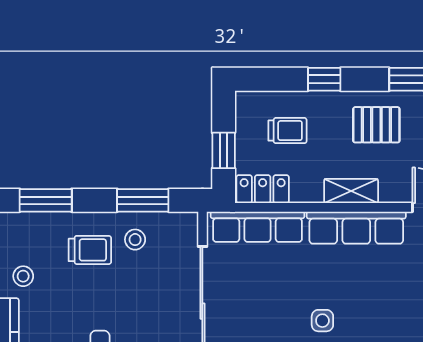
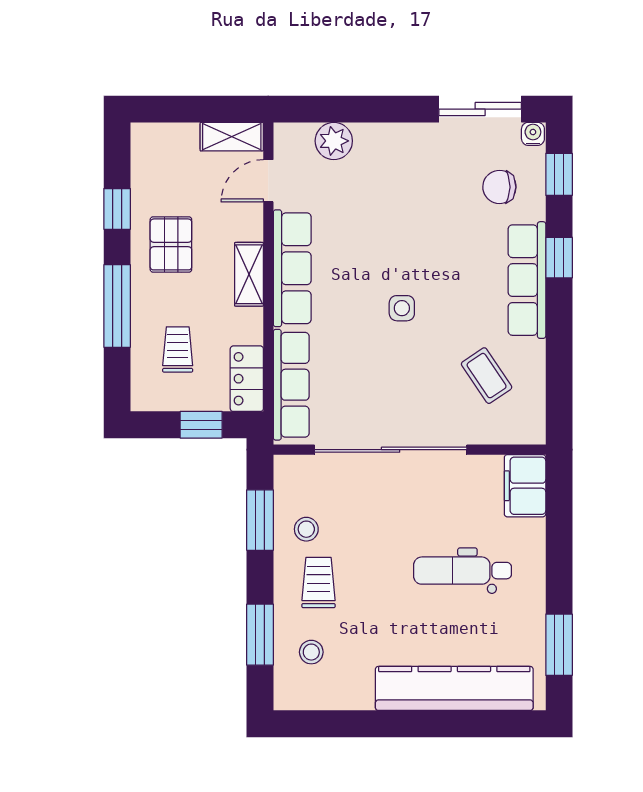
window: (324, 79) -> (117, 306), width x2.17
stool: (23, 276) -> (311, 652), moved

